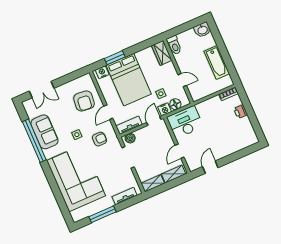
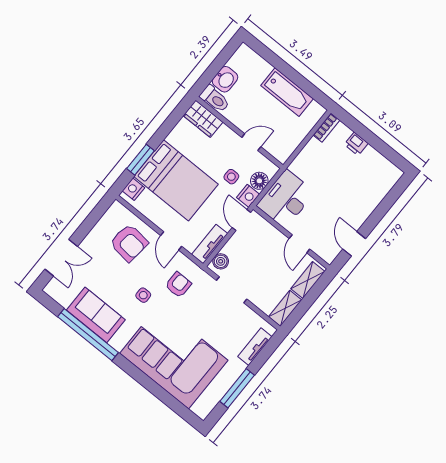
washbasin: (202, 30) -> (225, 79), moved

